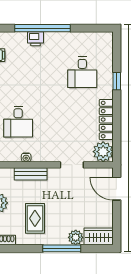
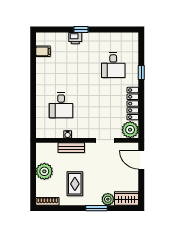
window: (42, 28) -> (81, 30), width x0.32
window: (62, 248) -> (97, 208), width x0.69

